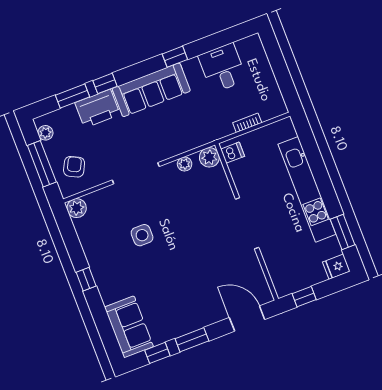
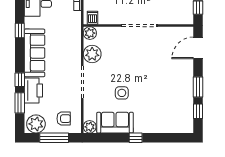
plant: (45, 133) -> (36, 124), width x1.88, depth x1.88
plant: (185, 164) -> (92, 54), width x1.88, depth x1.88
armchair: (74, 167) -> (64, 119), turned 153
sofa: (129, 327) -> (115, 123), moved

